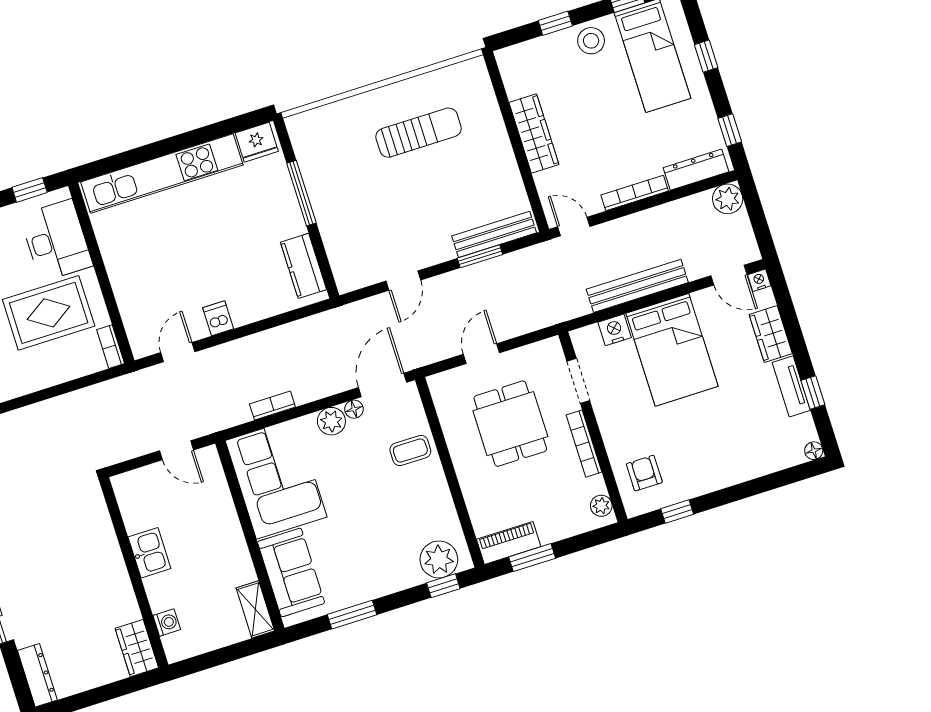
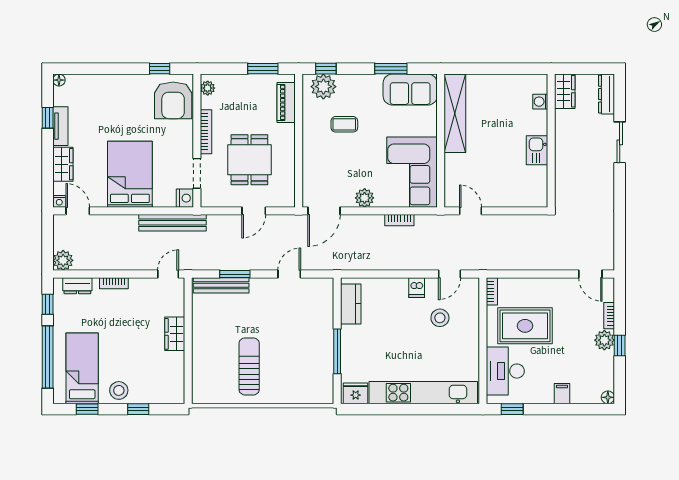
window: (706, 56) -> (48, 357), width x3.17
sun lounger: (419, 133) -> (249, 366), turned 90
wardrobe: (534, 133) -> (175, 334), width x0.67
dresser: (696, 170) -> (77, 286), width x0.70
bookcase: (635, 193) -> (114, 283), width x0.64
door: (574, 227) -> (168, 274), swing flipped
stool: (172, 286) -> (440, 318), added
bench: (637, 286) -> (172, 223), moved
nightstand: (615, 330) -> (185, 198), moved, turned -90
floor lamp: (354, 409) -> (347, 201), removed
coffee table: (410, 451) -> (344, 124), moved
armchair: (644, 473) -> (173, 100), width x1.88, depth x1.88
piano: (509, 543) -> (286, 102), moved, turned 90
kitchen sink: (149, 553) -> (537, 150), moved
sofa: (291, 572) -> (410, 90), moved, turned -90
wall: (134, 573) -> (551, 141), moved
shelving: (255, 609) -> (455, 113), width x2.20, depth x1.33
washing machine: (167, 623) -> (540, 102), moved
wardrobe: (137, 648) -> (565, 91), moved

